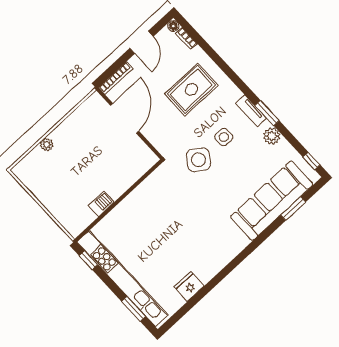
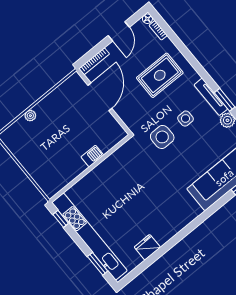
tv unit: (251, 111) -> (211, 97), width x1.41
side table: (198, 160) -> (162, 137), turned -35
barbecue: (101, 204) -> (92, 156), moved

